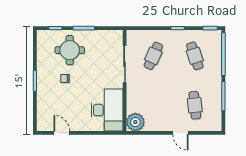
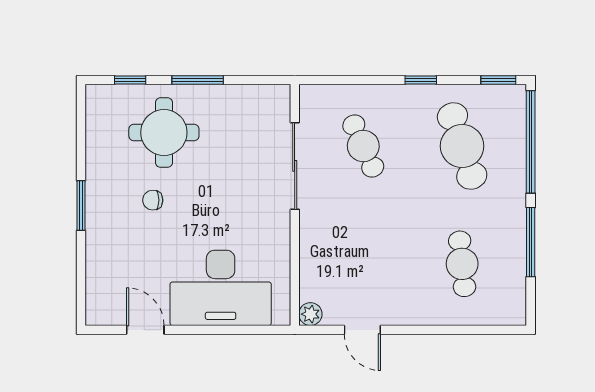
cafe table: (153, 56) -> (363, 146), turned -48
cafe table: (195, 56) -> (462, 146), width x1.37, depth x1.35
desk: (107, 110) -> (221, 288), moved, turned 90
plant: (135, 122) -> (310, 314), width x0.53, depth x0.53
door: (180, 133) -> (362, 330), moved

